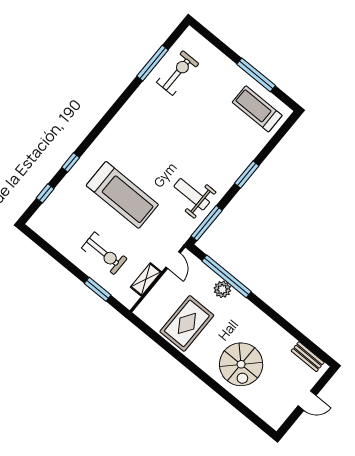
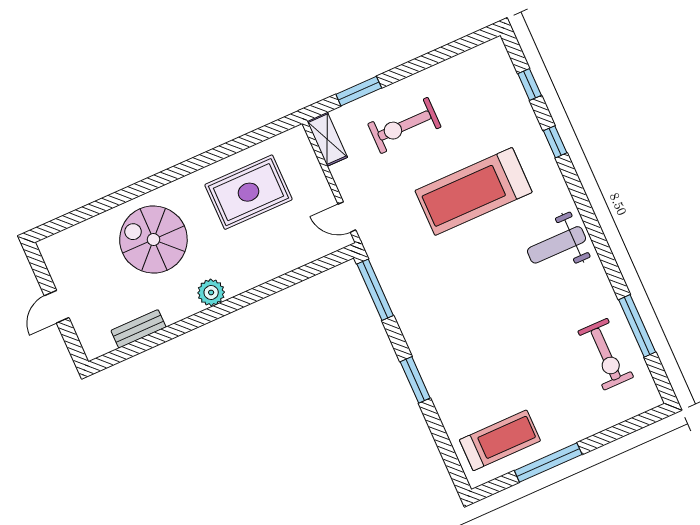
weight bench: (192, 194) -> (556, 245), moved, turned 180
window: (227, 276) -> (287, 281), removed
shelving: (146, 279) -> (327, 139), moved
plant: (222, 289) -> (211, 292), moved
rug: (187, 323) -> (248, 192), turned 90
bench: (308, 357) -> (138, 329), moved

